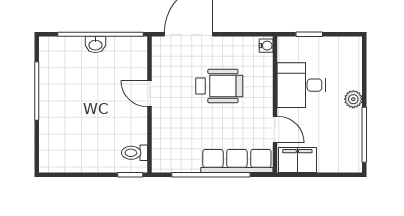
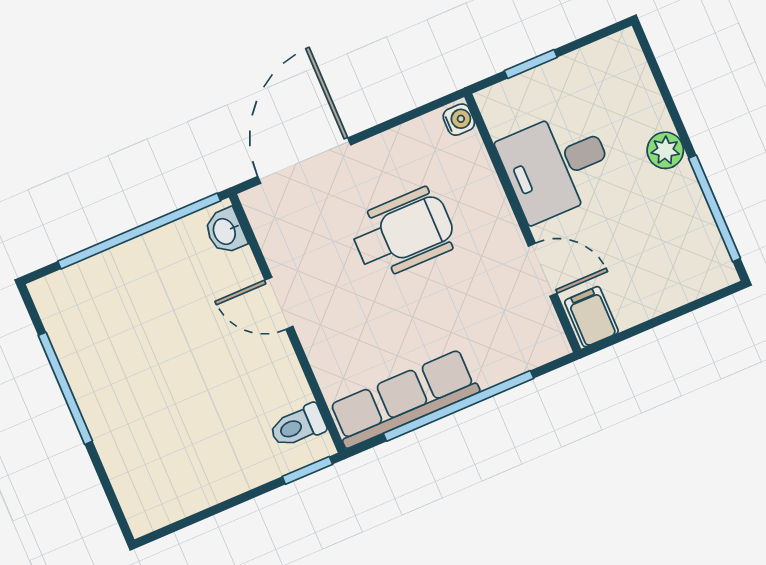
washbasin: (95, 45) -> (225, 231), moved, turned 90
filing cabinet: (297, 160) -> (591, 317), width x0.50
row of seats: (237, 161) -> (404, 399), moved

